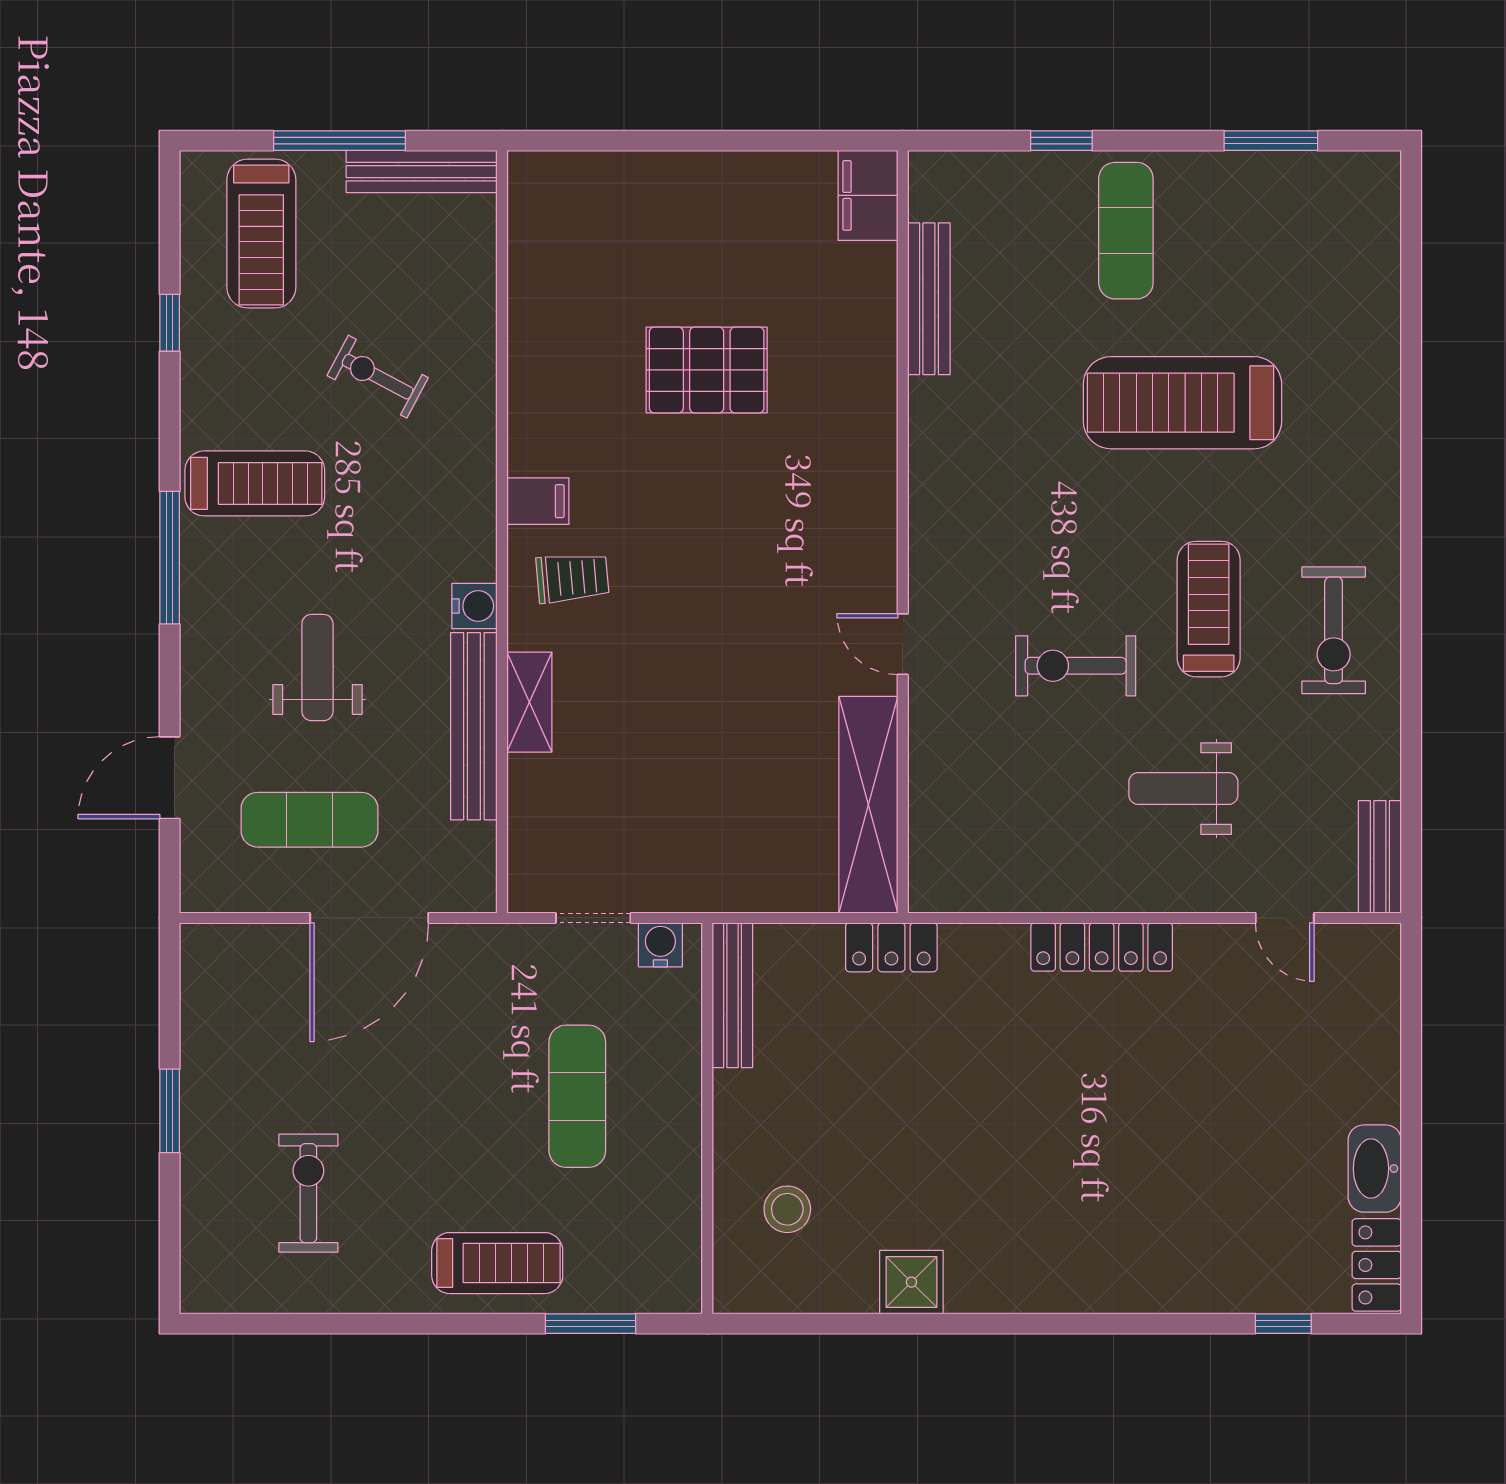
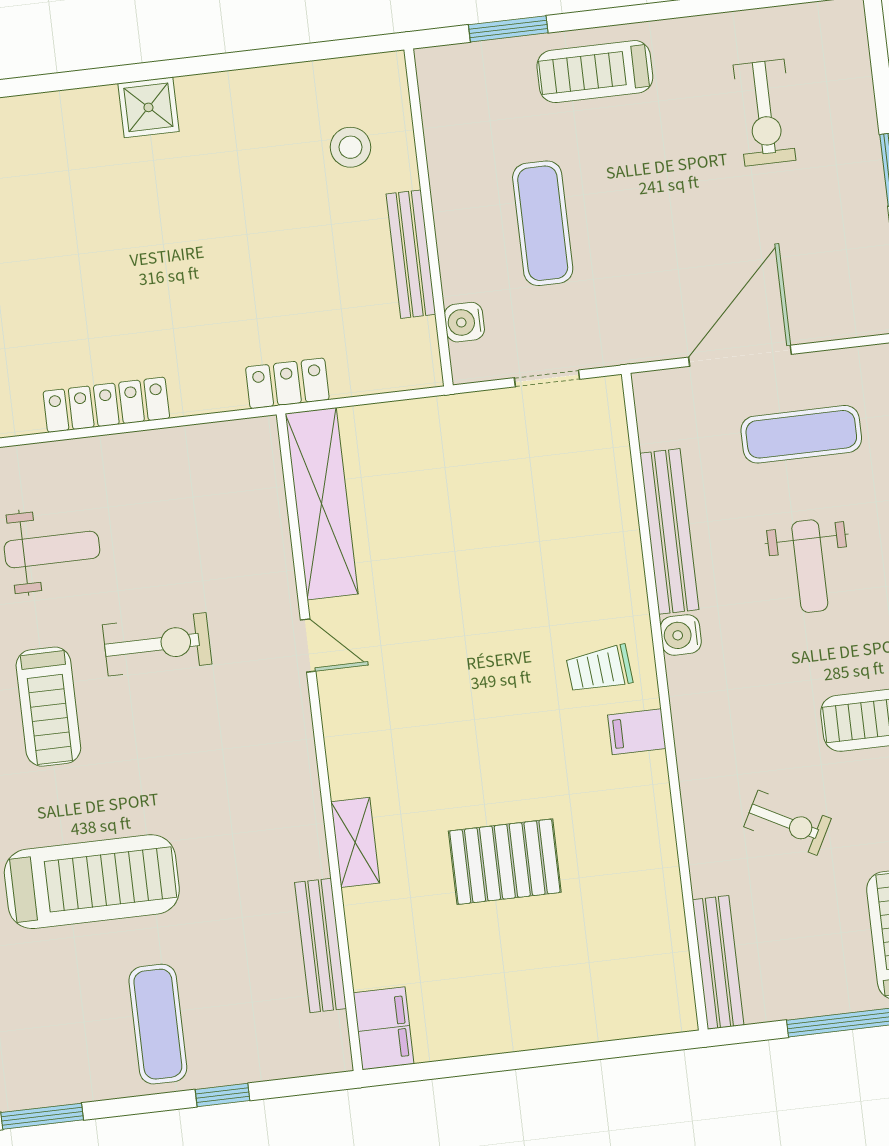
bench: (422, 172) -> (718, 962), moved, turned 90
shelving: (529, 702) -> (355, 842), moved
water cooler: (660, 945) -> (464, 322), moved, turned 90
bench: (732, 995) -> (411, 254), moved
shower: (911, 1282) -> (148, 107), moved

